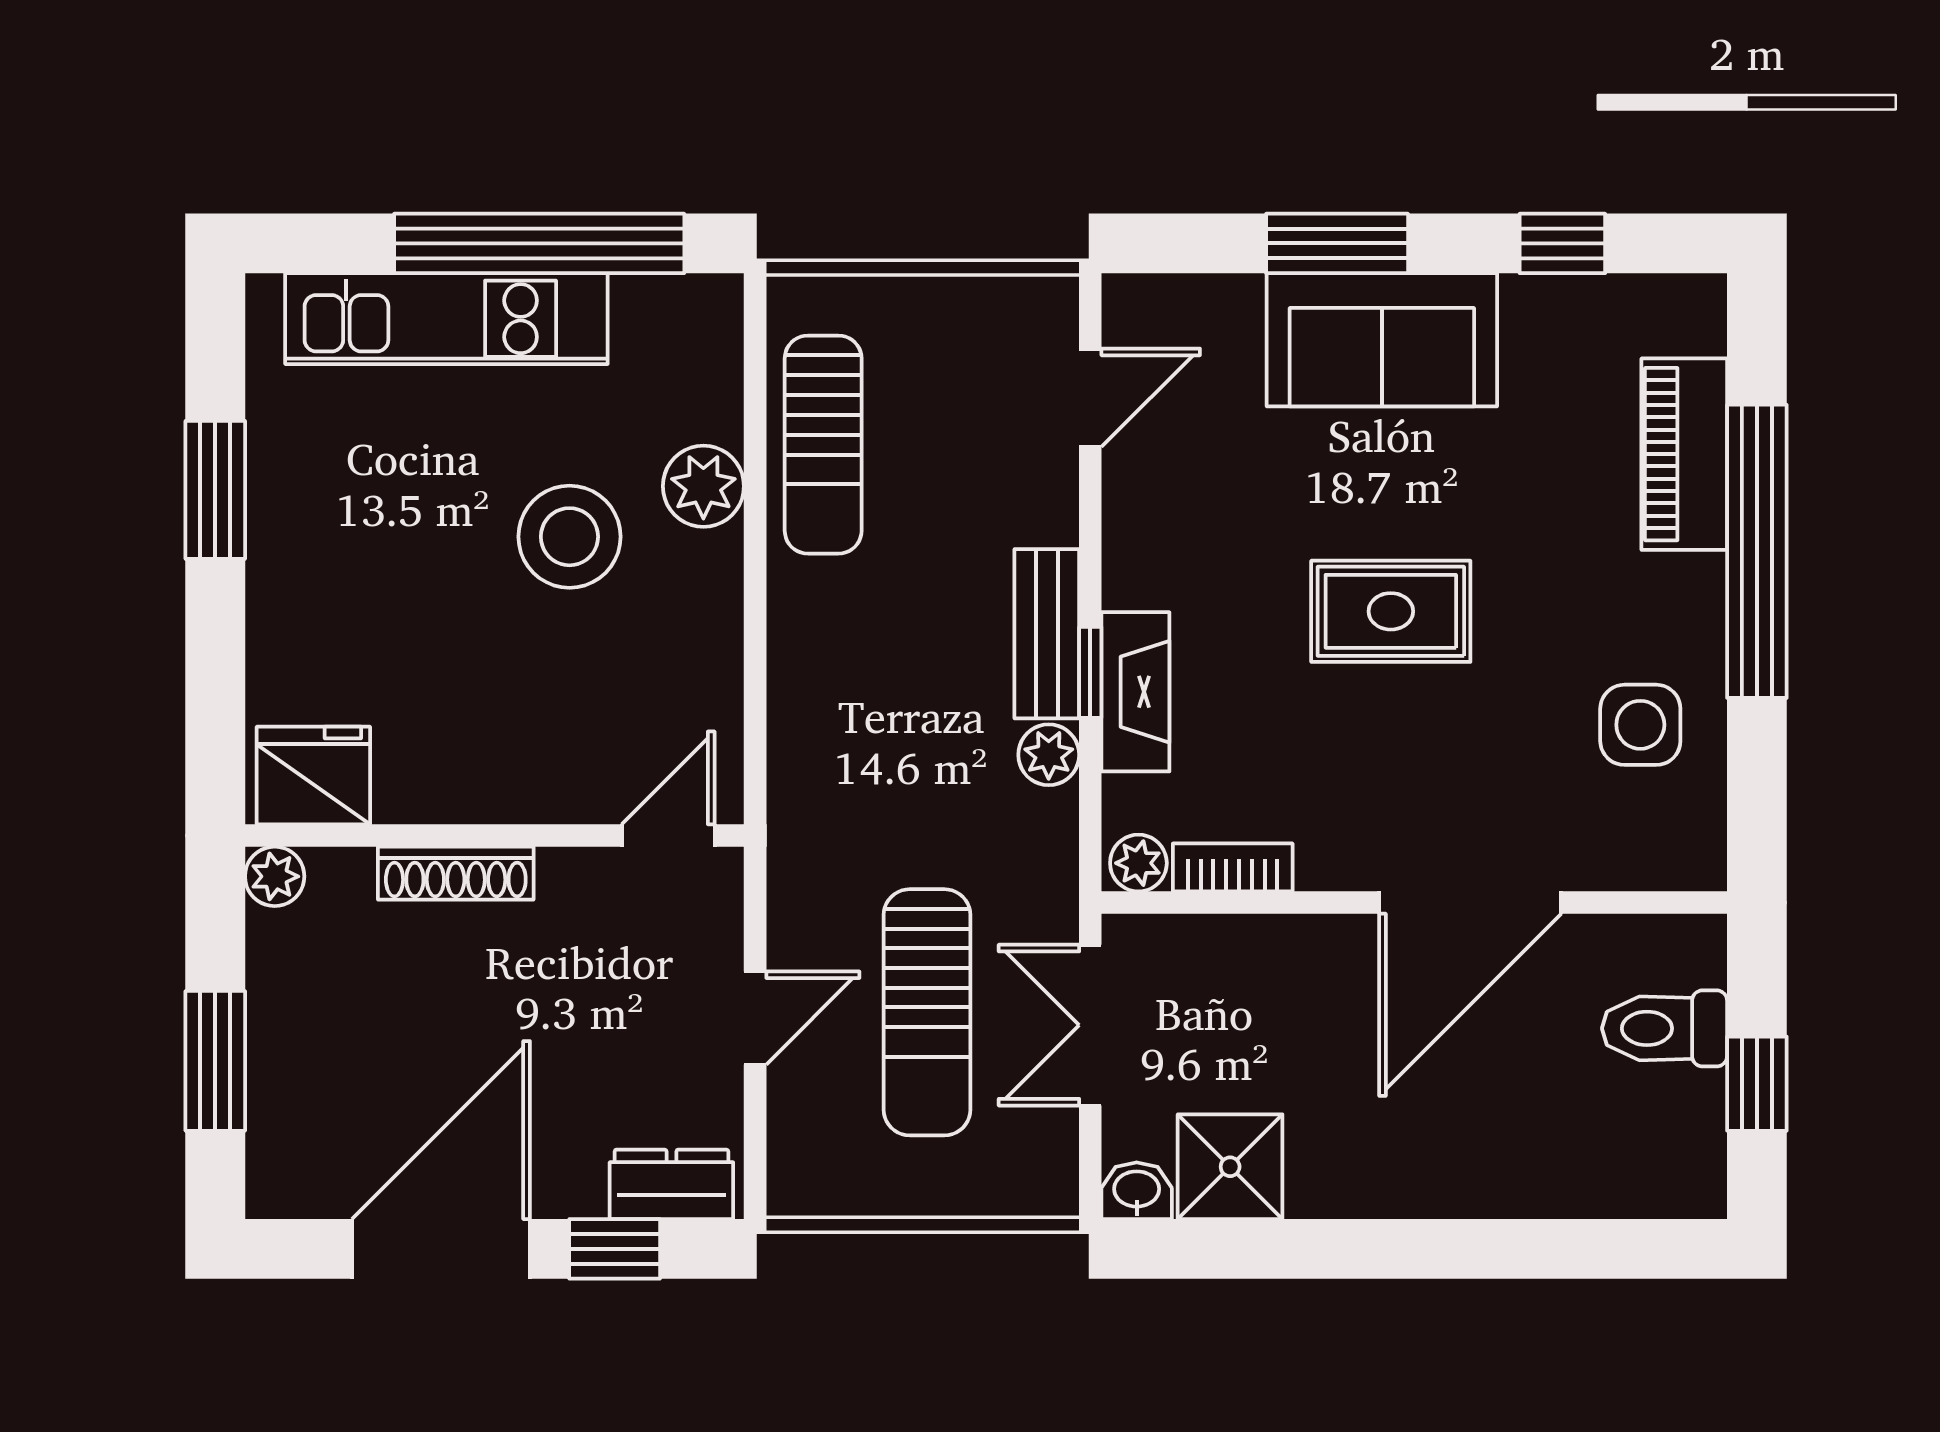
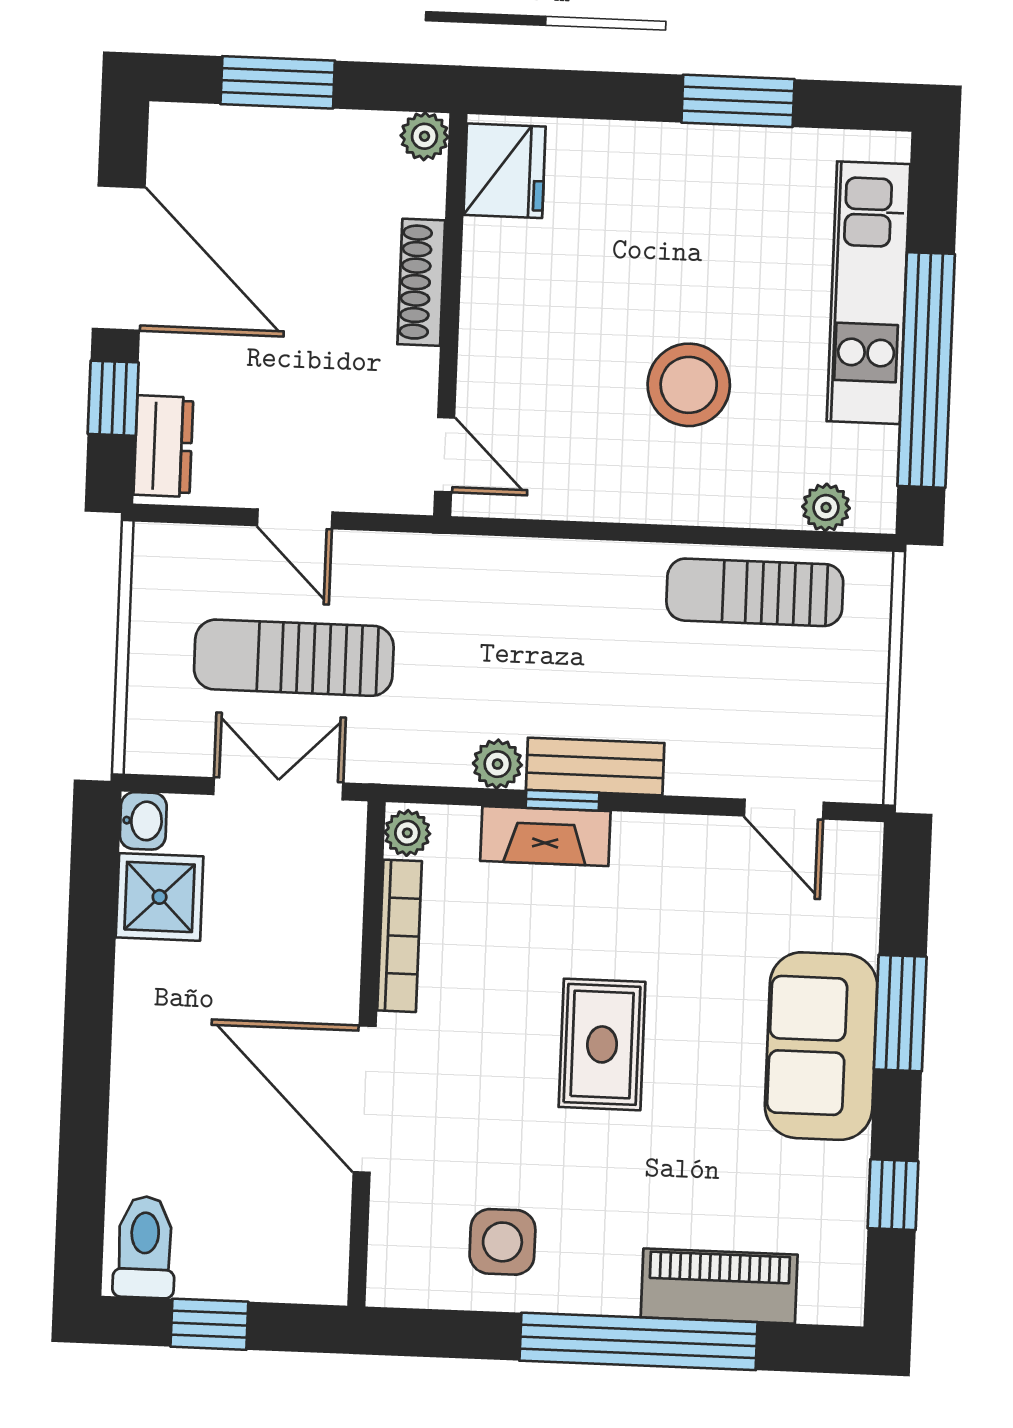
plant: (703, 486) -> (826, 507), moved, width x0.73, depth x0.73
bookcase: (1233, 867) -> (400, 936), width x1.56
toilet: (1664, 1028) -> (145, 1247), moved

